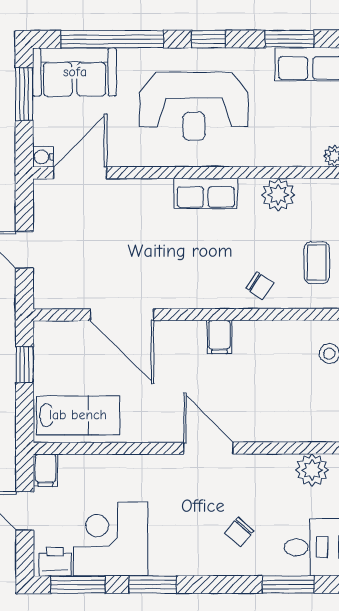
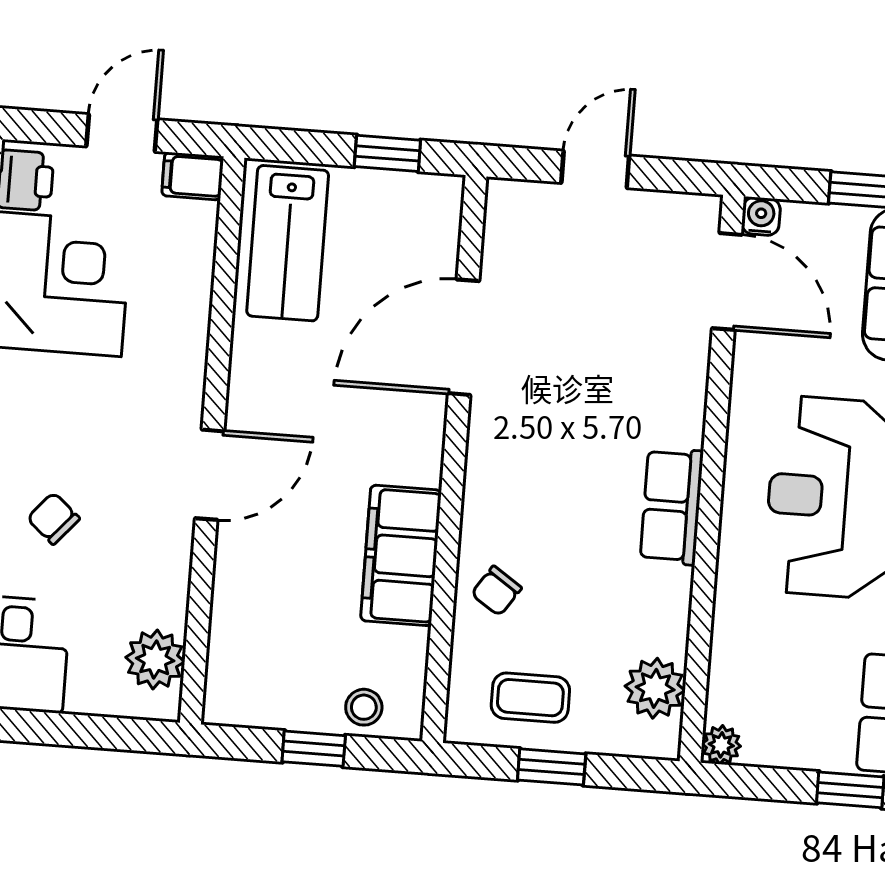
plant: (278, 195) -> (655, 688), moved
filing cabinet: (219, 337) -> (401, 555), width x3.00, depth x1.17

